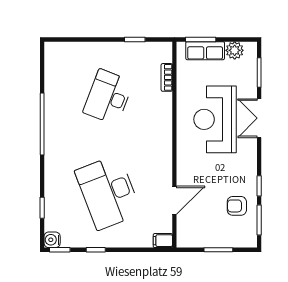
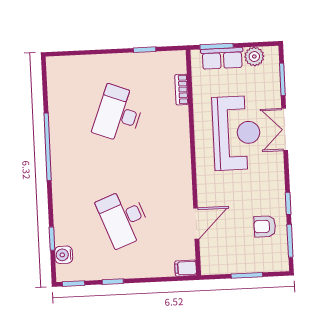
reception desk: (215, 119) -> (237, 133), turned 180
desk: (108, 192) -> (123, 218), width x0.73, depth x0.77
water cooler: (52, 240) -> (64, 255), moved

